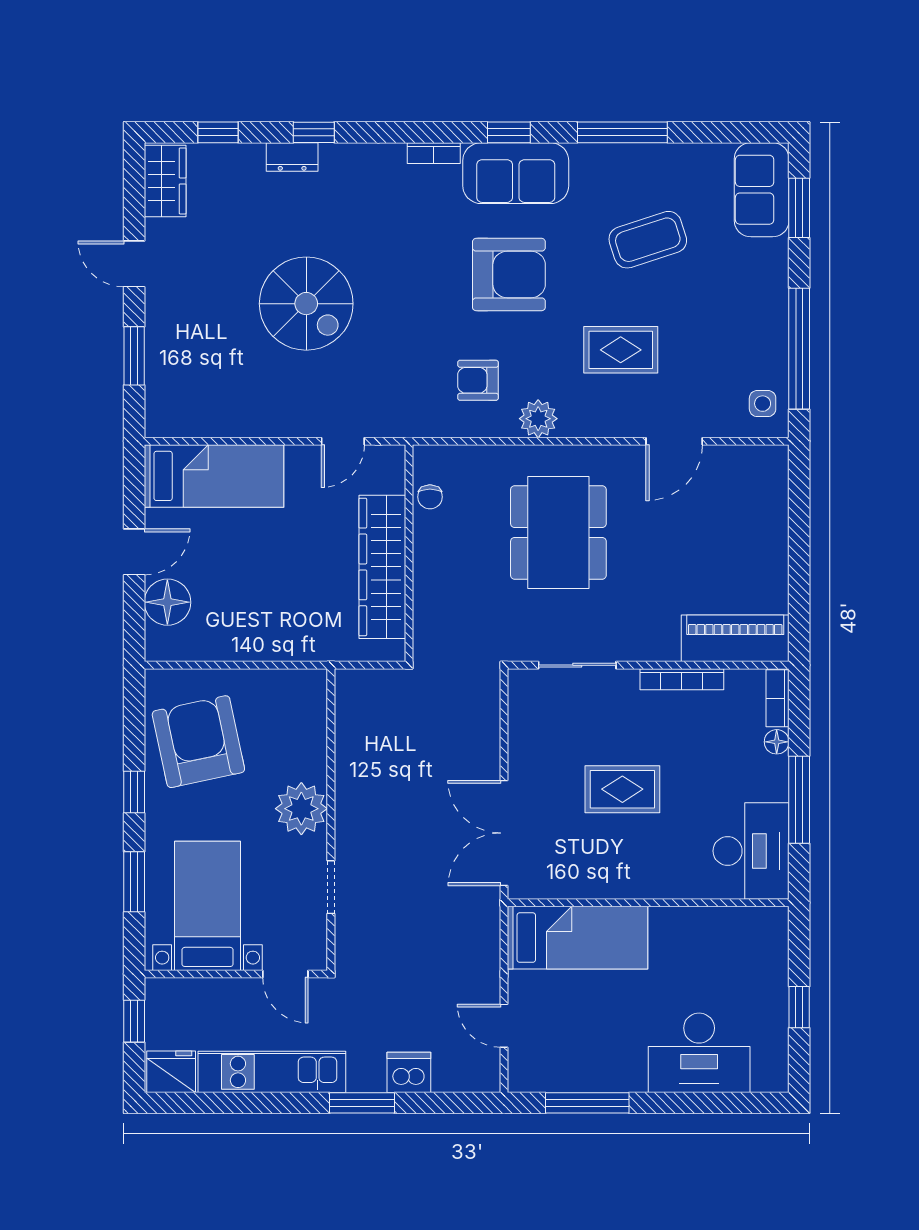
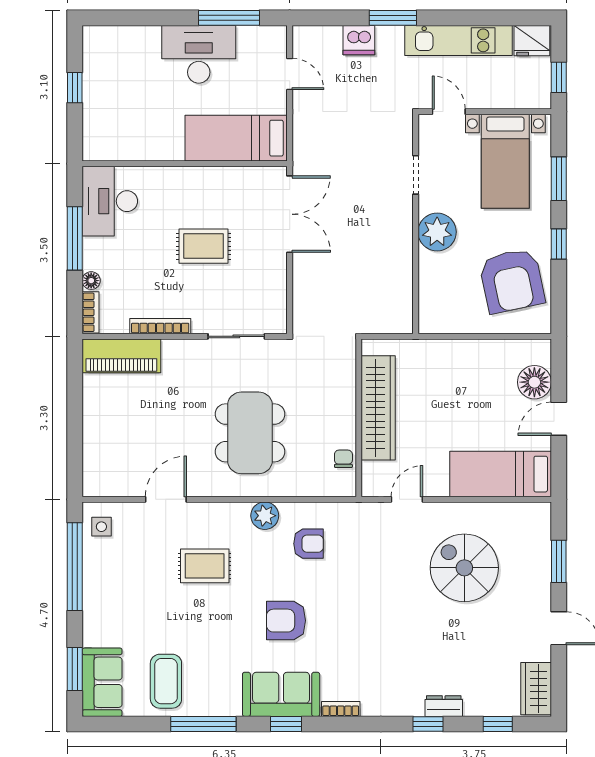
coffee table: (648, 240) -> (166, 681), moved, turned -72
armchair: (509, 275) -> (286, 621), width x0.73, depth x0.73
spiral stairs: (306, 304) -> (464, 568), moved
desk: (699, 1053) -> (199, 54), moved

